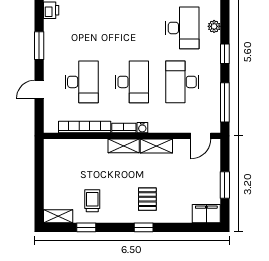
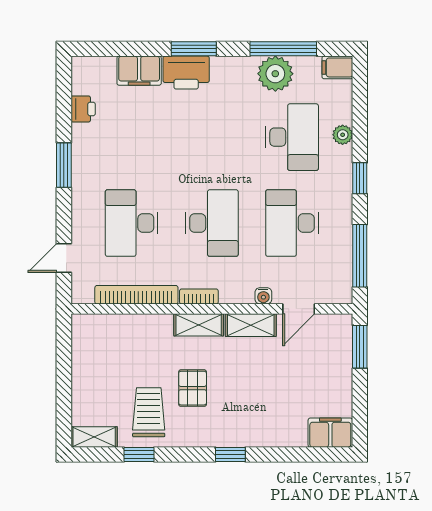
desk: (82, 82) -> (132, 223), turned 180
door: (39, 89) -> (64, 258), moved
water cooler: (142, 128) -> (263, 296), moved
door: (201, 136) -> (299, 309), moved
window: (225, 185) -> (360, 347), moved
pallet: (147, 199) -> (193, 388), moved
trolley: (92, 201) -> (149, 412), width x1.36, depth x1.39

